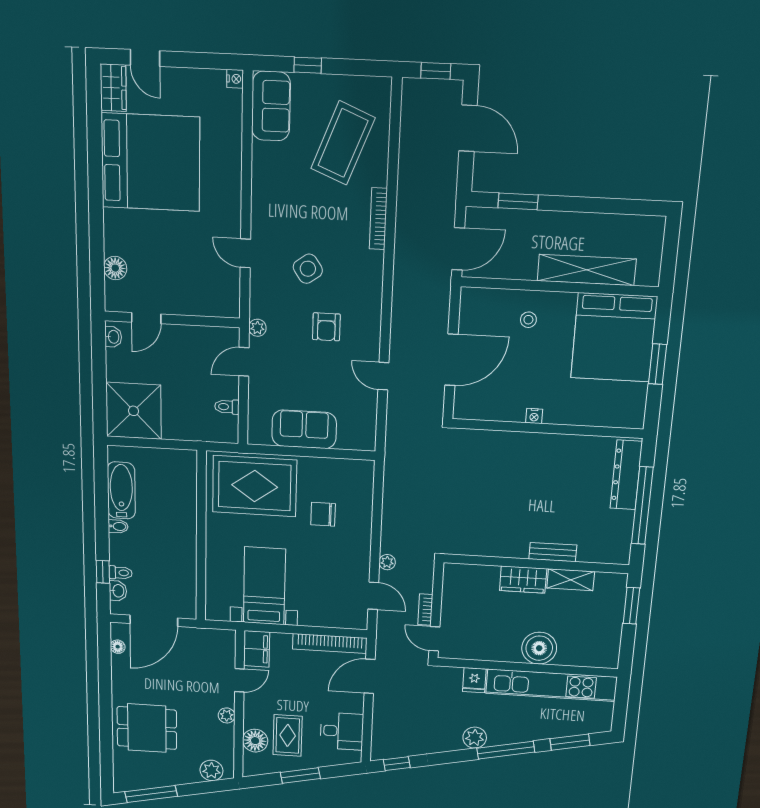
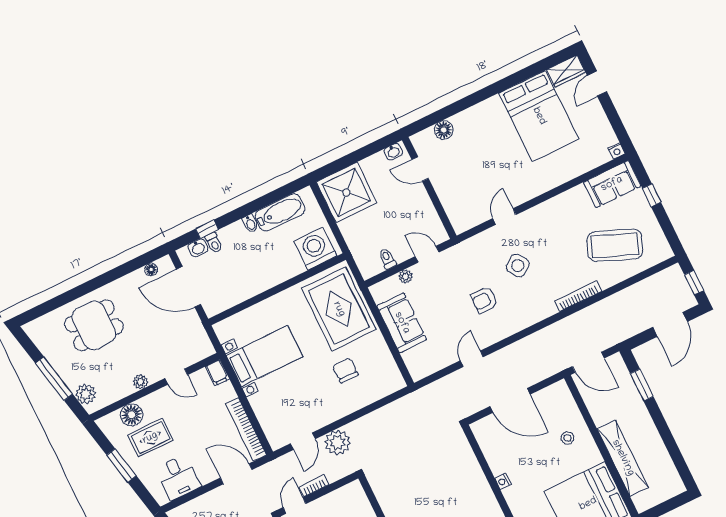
bed: (151, 162) -> (539, 116), width x0.73
plant: (257, 328) -> (406, 276), moved
washing machine: (178, 475) -> (315, 249), added
plant: (387, 562) -> (338, 442), width x1.88, depth x1.88
filing cabinet: (257, 649) -> (217, 373), width x0.50
dining table: (147, 728) -> (94, 325), turned 90
window: (151, 794) -> (54, 379), moved

